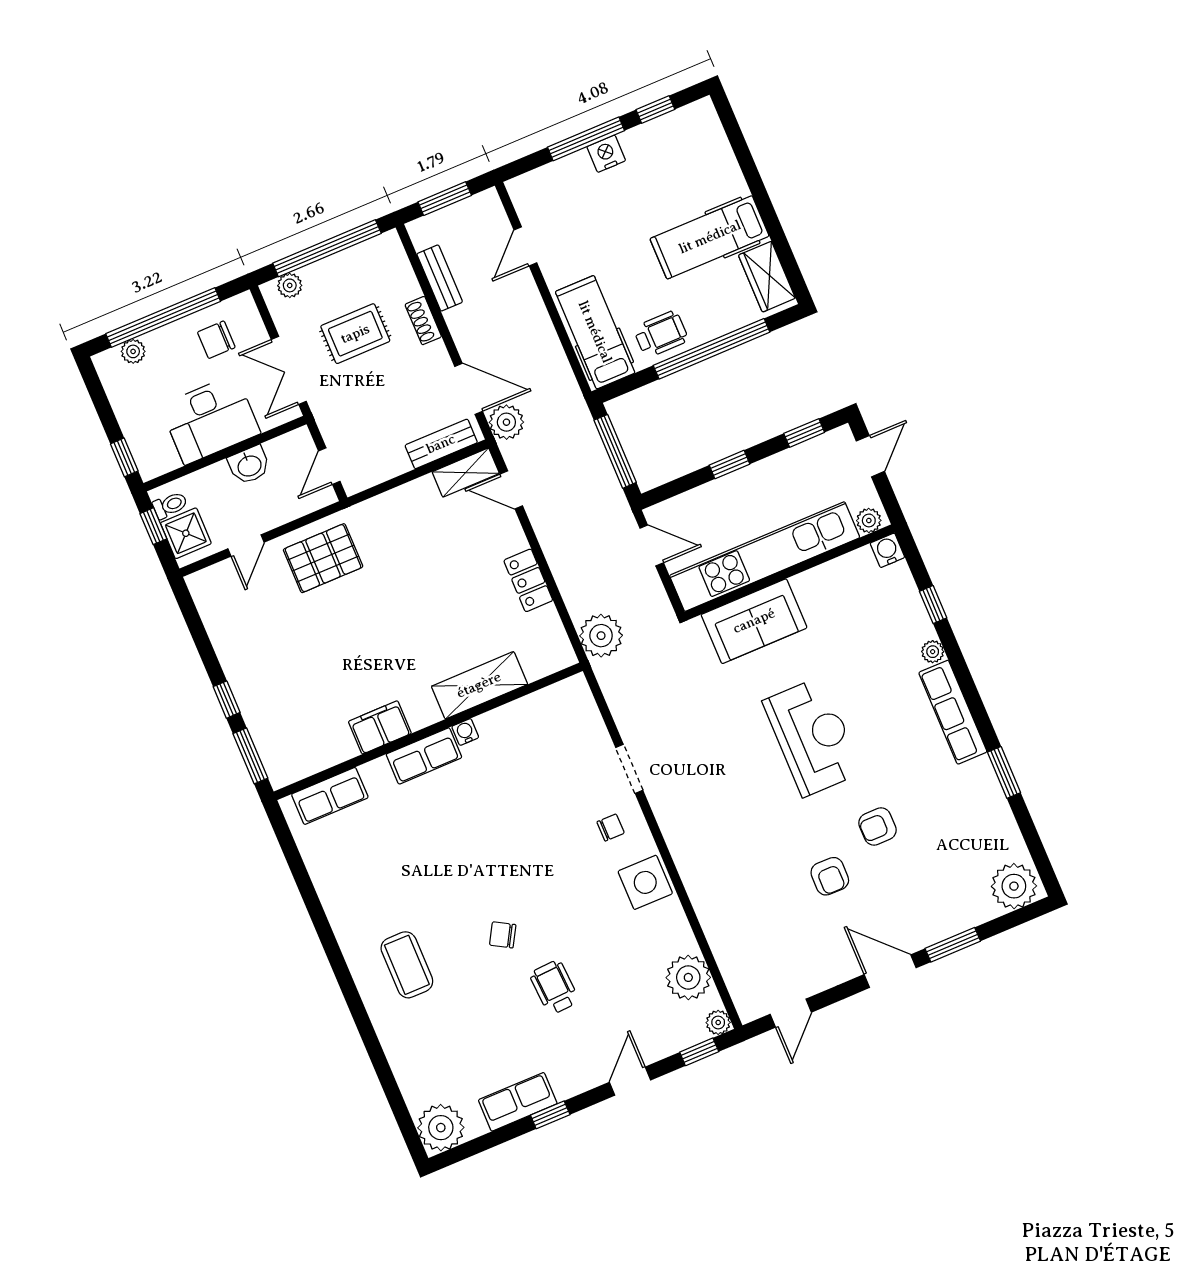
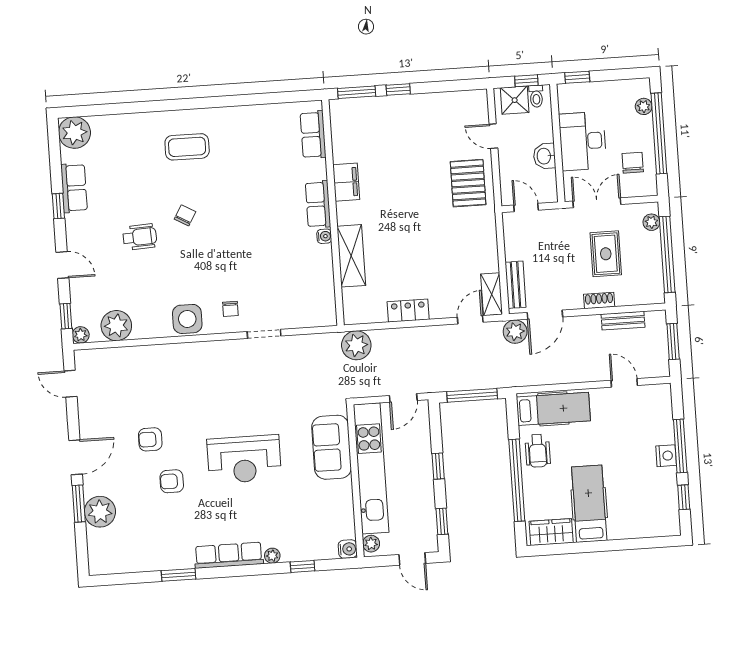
armchair: (878, 826) -> (172, 481), turned -90
plant: (1014, 886) -> (100, 512), moved

